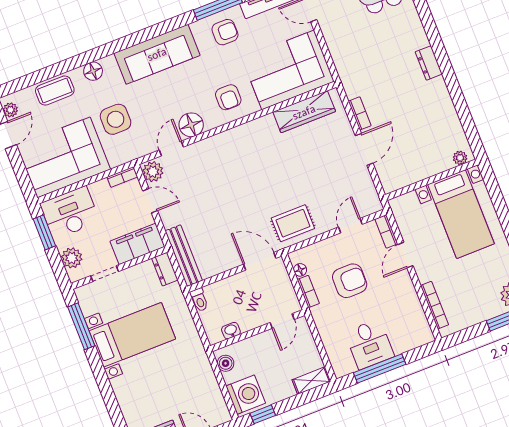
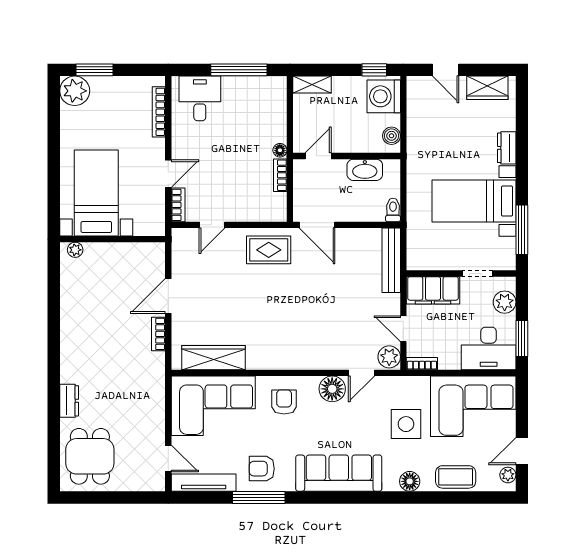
dresser: (429, 63) -> (69, 401), moved
dresser: (165, 269) -> (507, 148), moved, turned 180
floor lamp: (300, 270) -> (280, 150), moved
armchair: (350, 281) -> (234, 170), removed
washbasin: (231, 331) -> (365, 170), width x1.91, depth x1.45
desk: (369, 344) -> (200, 98), moved

